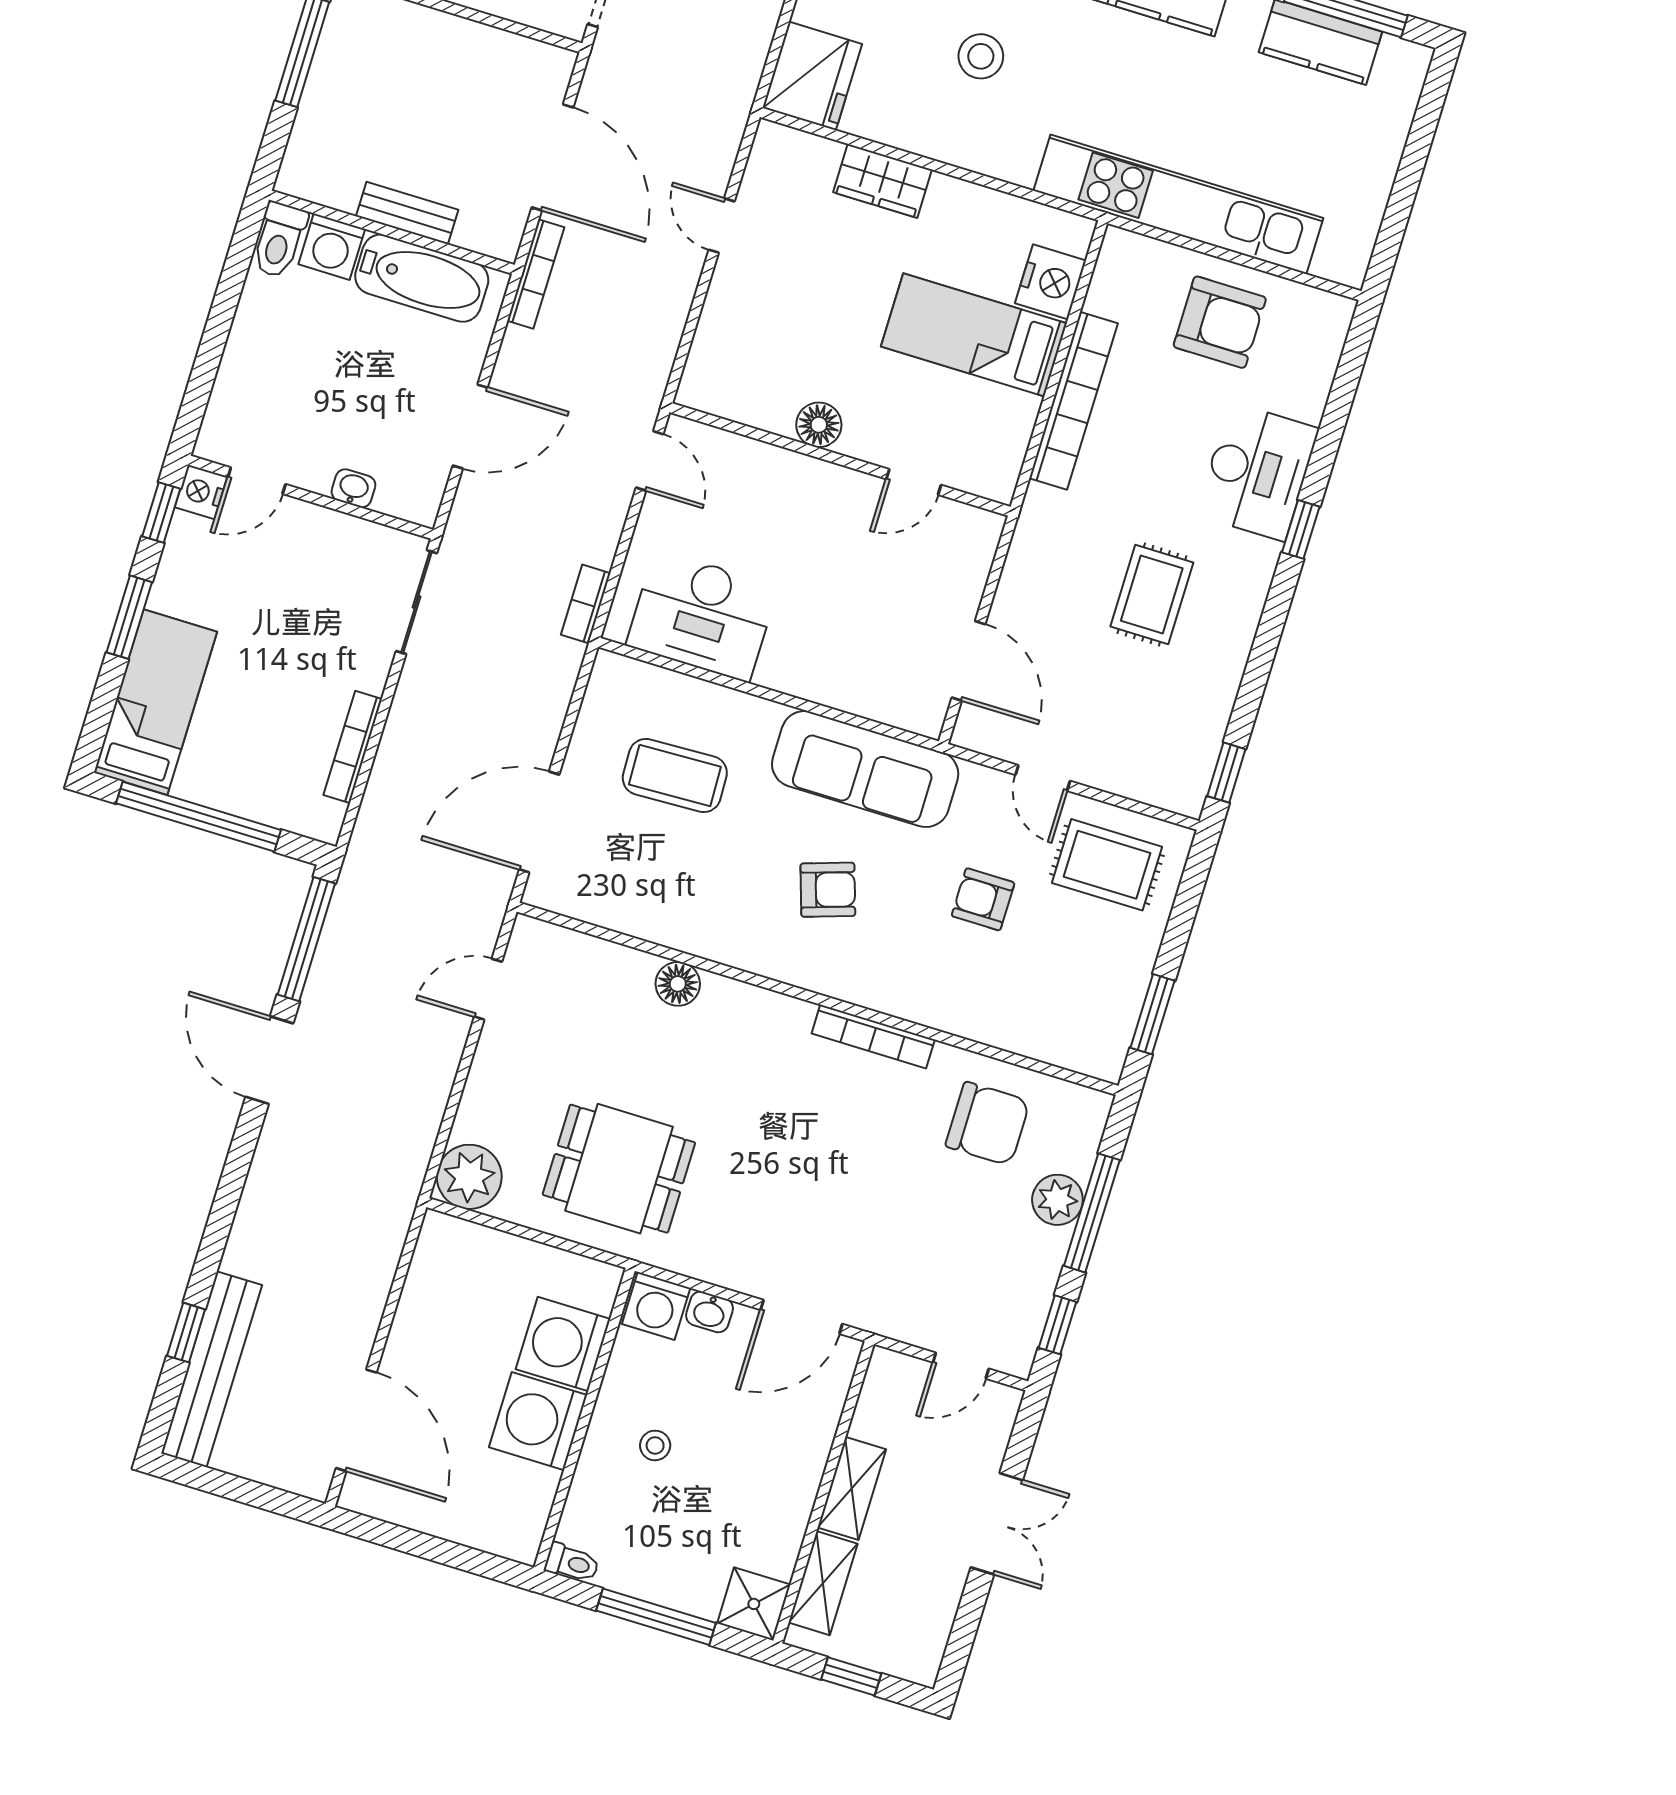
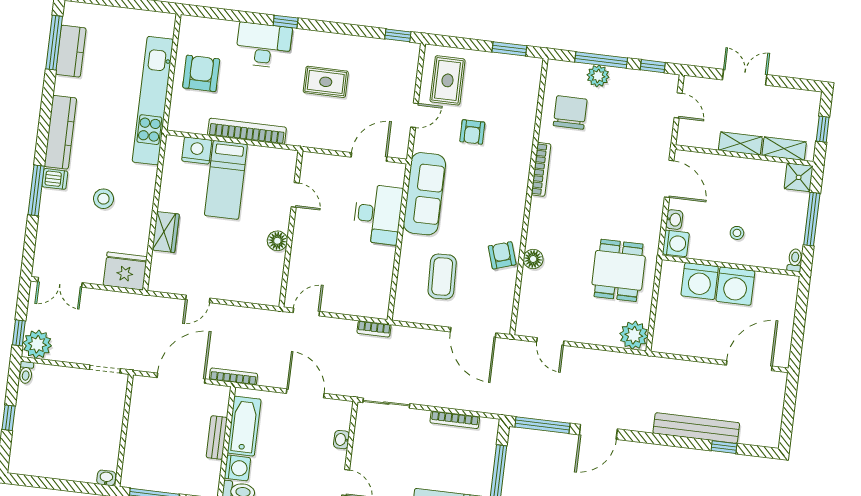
desk: (702, 616) -> (378, 214), moved
armchair: (828, 890) -> (502, 255), moved
bench: (211, 1369) -> (696, 428), moved

